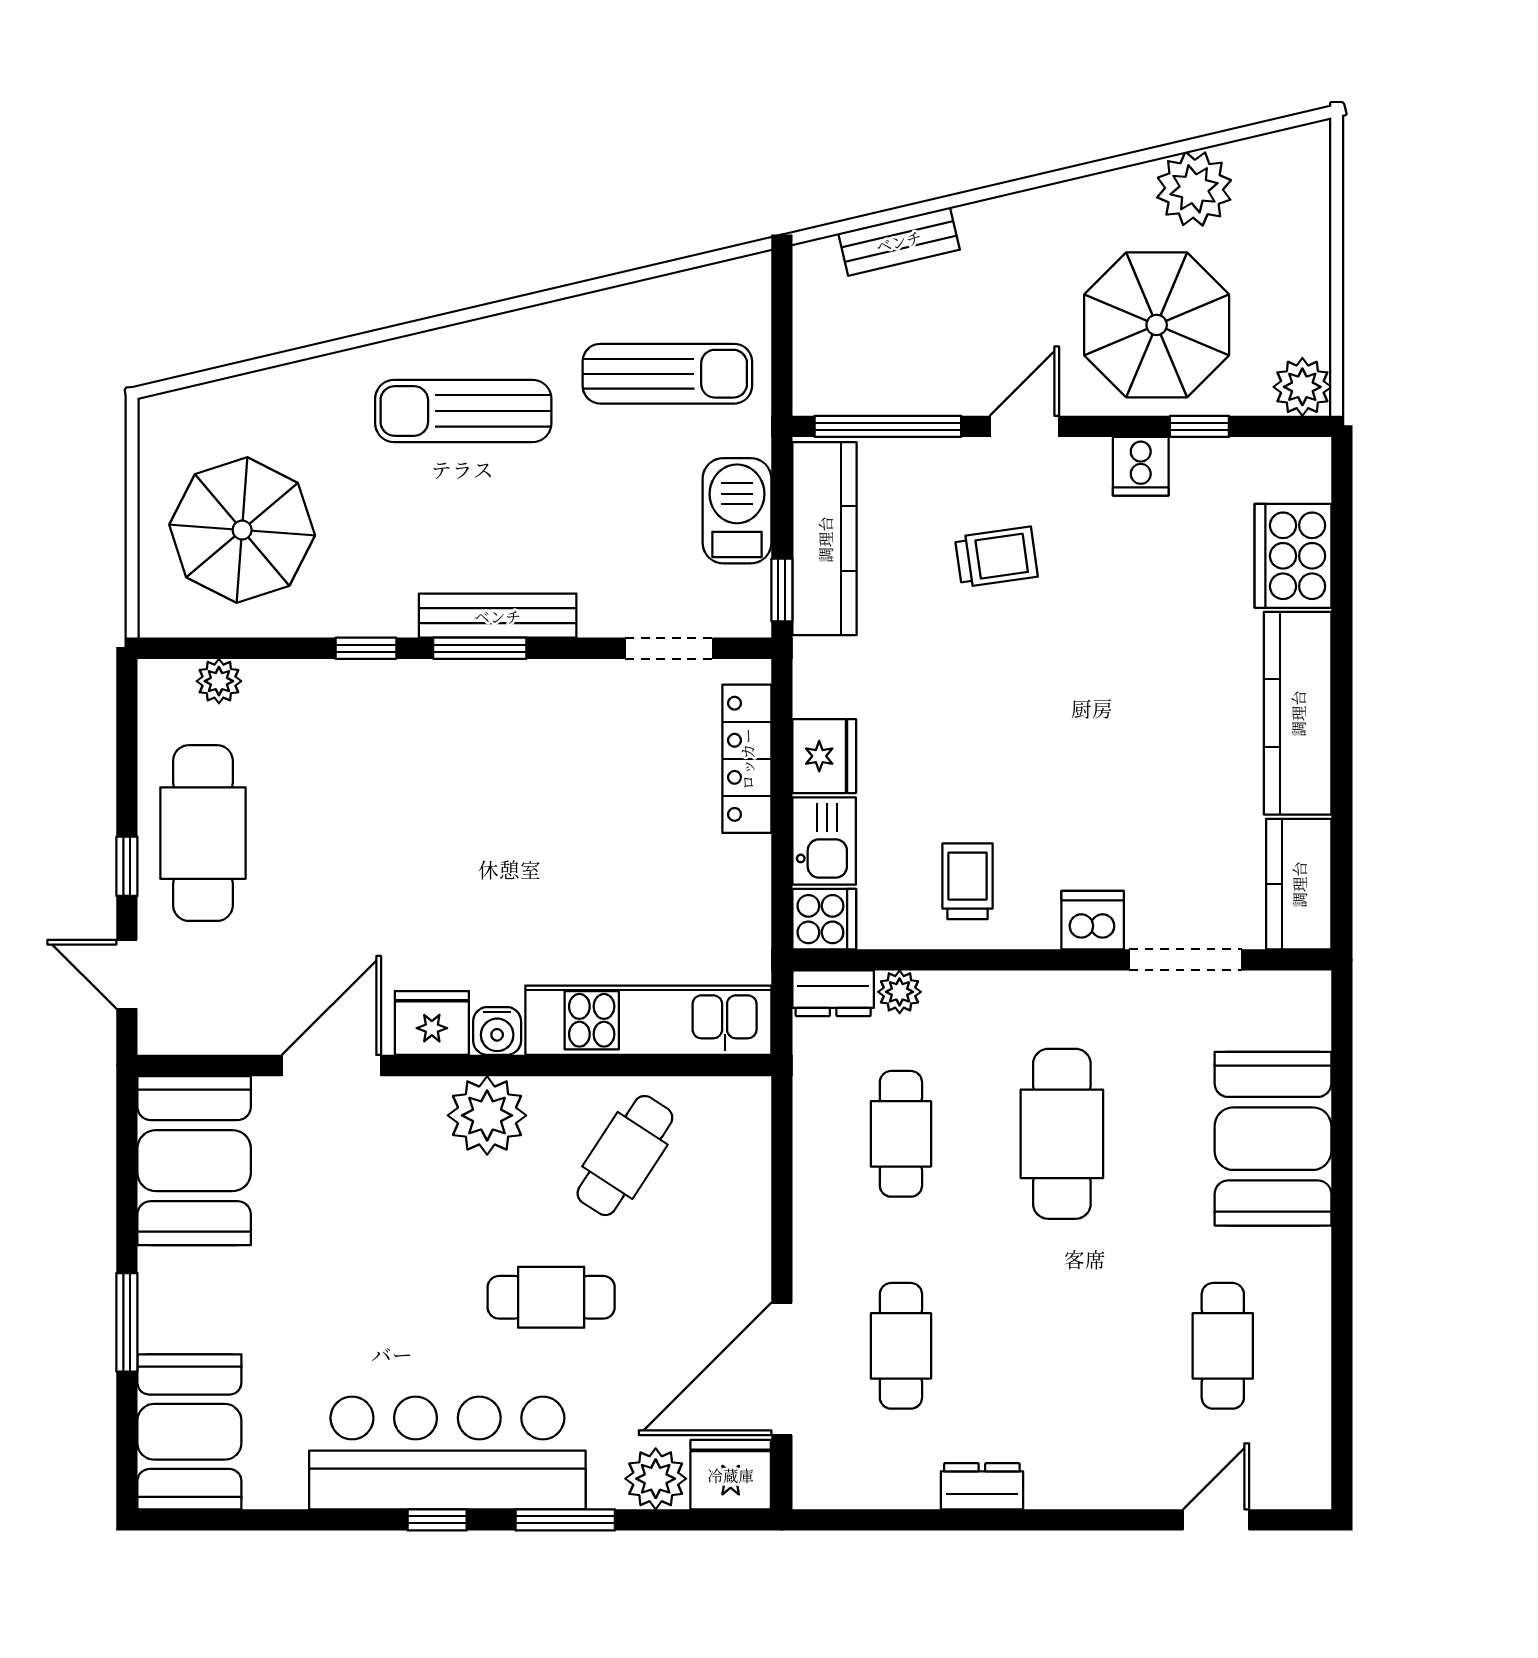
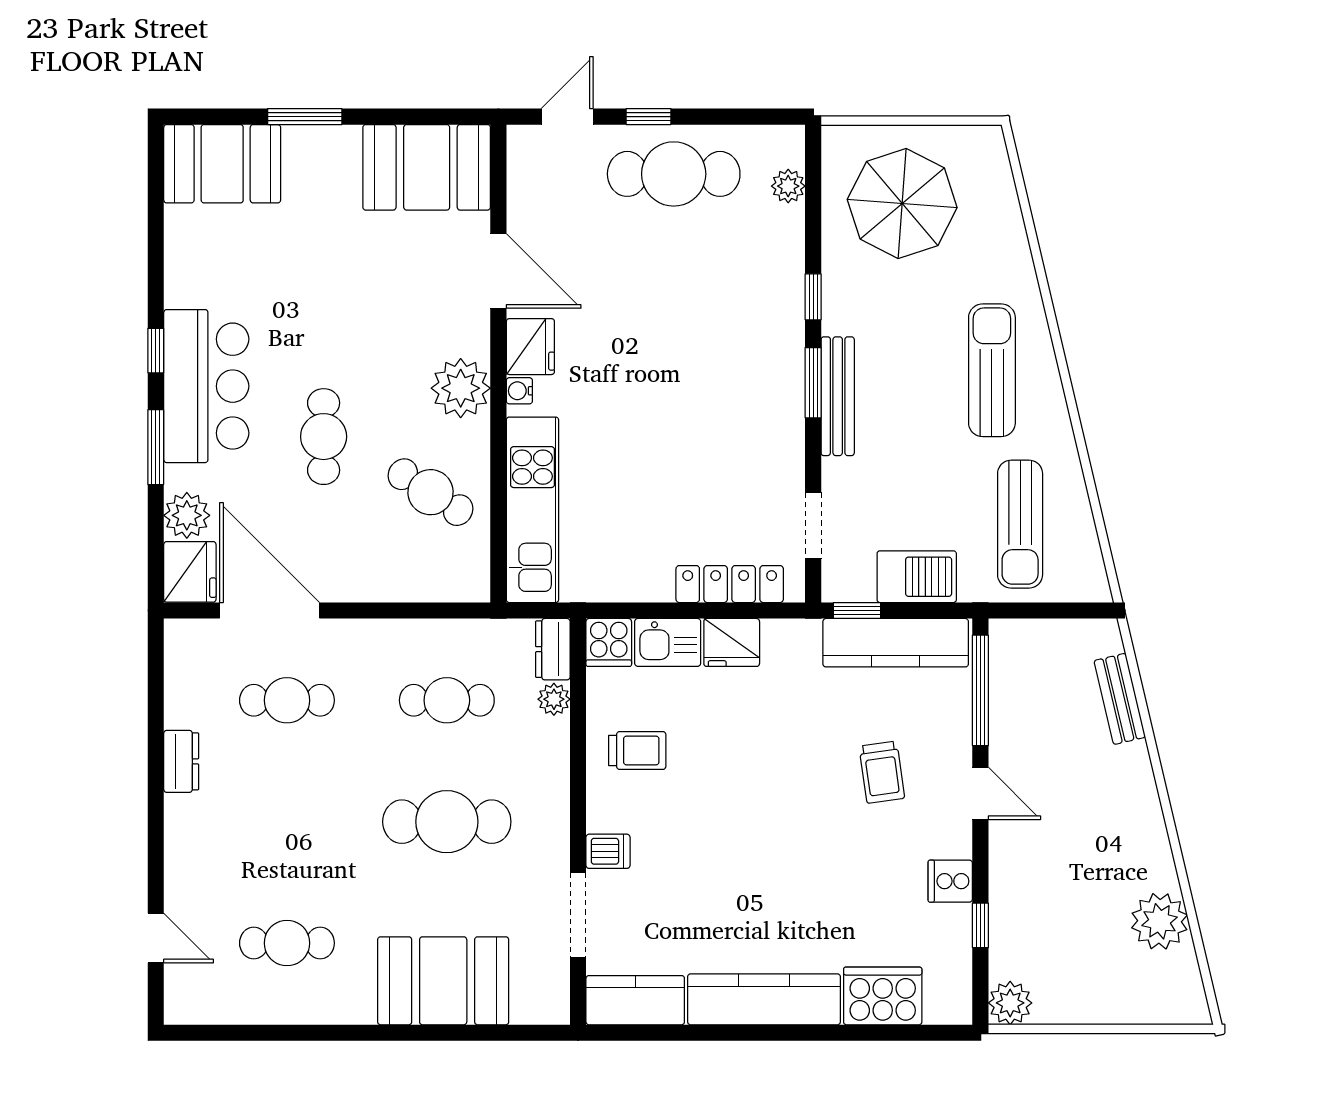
parasol: (1157, 325) -> (1057, 893), removed
dishwasher: (1093, 920) -> (608, 851), width x0.73
water cooler: (497, 1031) -> (519, 391), width x0.72, depth x0.72
bar counter: (447, 1453) -> (206, 386), width x0.73

